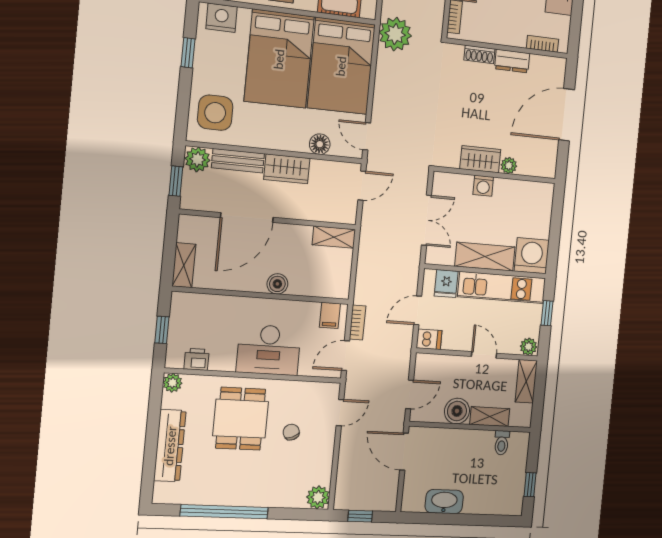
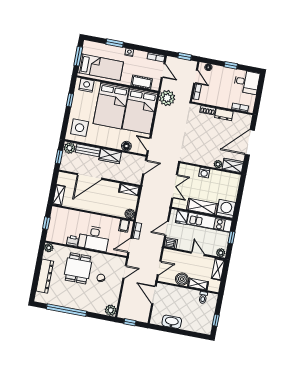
wardrobe: (480, 159) -> (233, 165), moved
boiler: (277, 284) -> (130, 214), moved
printer: (197, 359) -> (73, 241), moved

